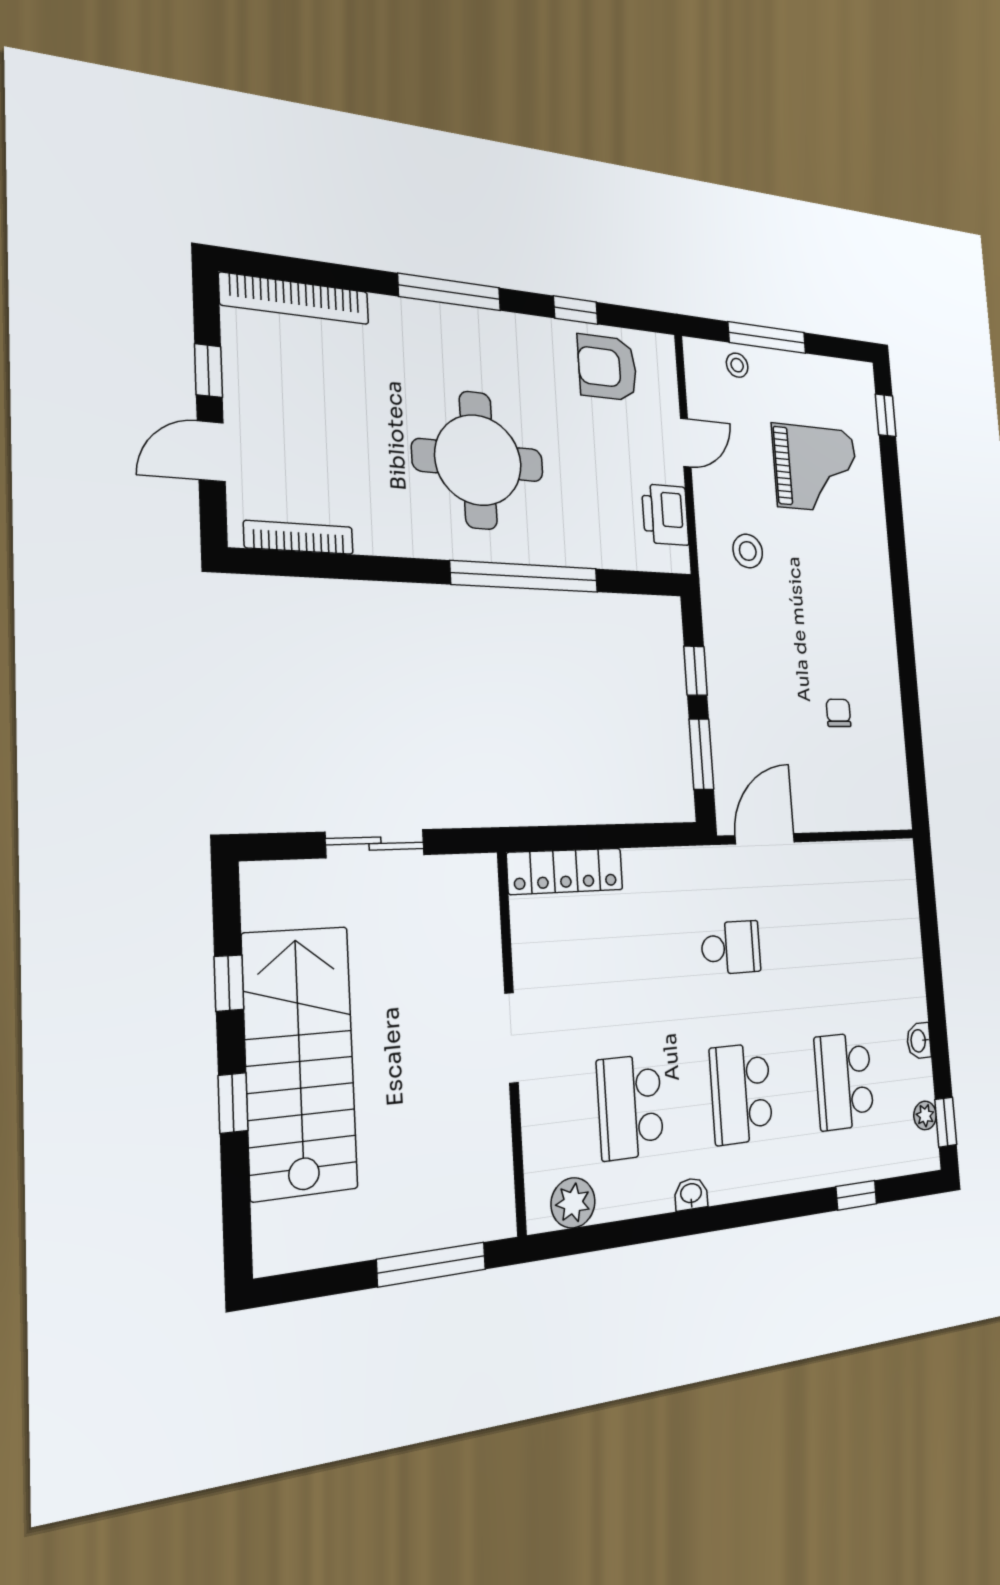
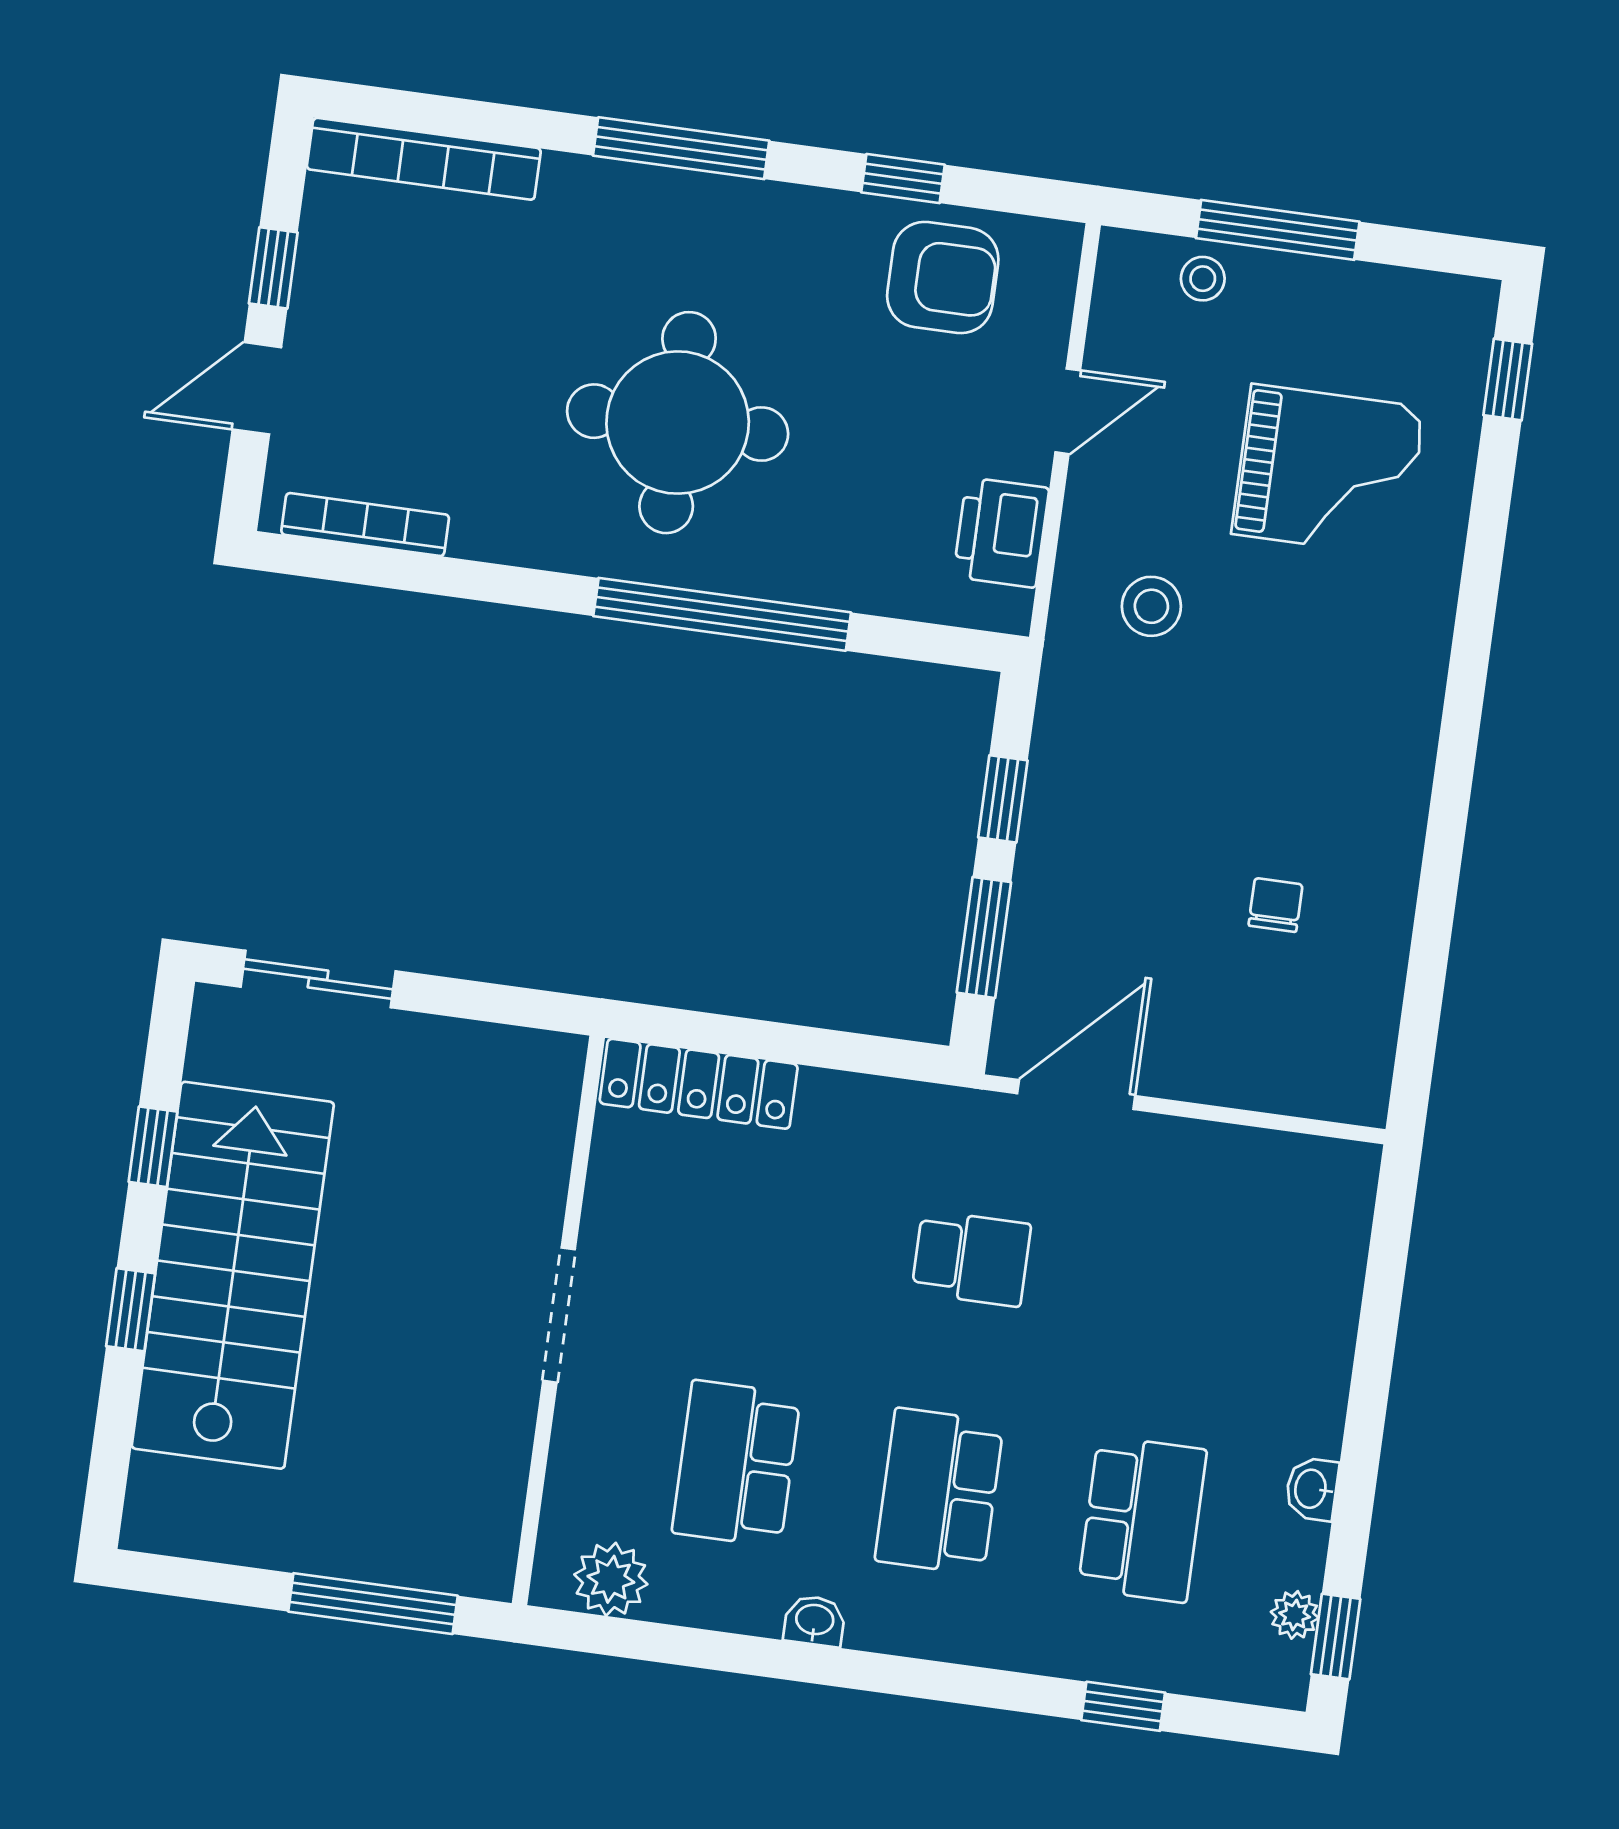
armchair: (607, 368) -> (943, 278), turned 180
sliding door: (375, 844) -> (318, 979), moved
school desk: (844, 1081) -> (1142, 1519), turned 180

